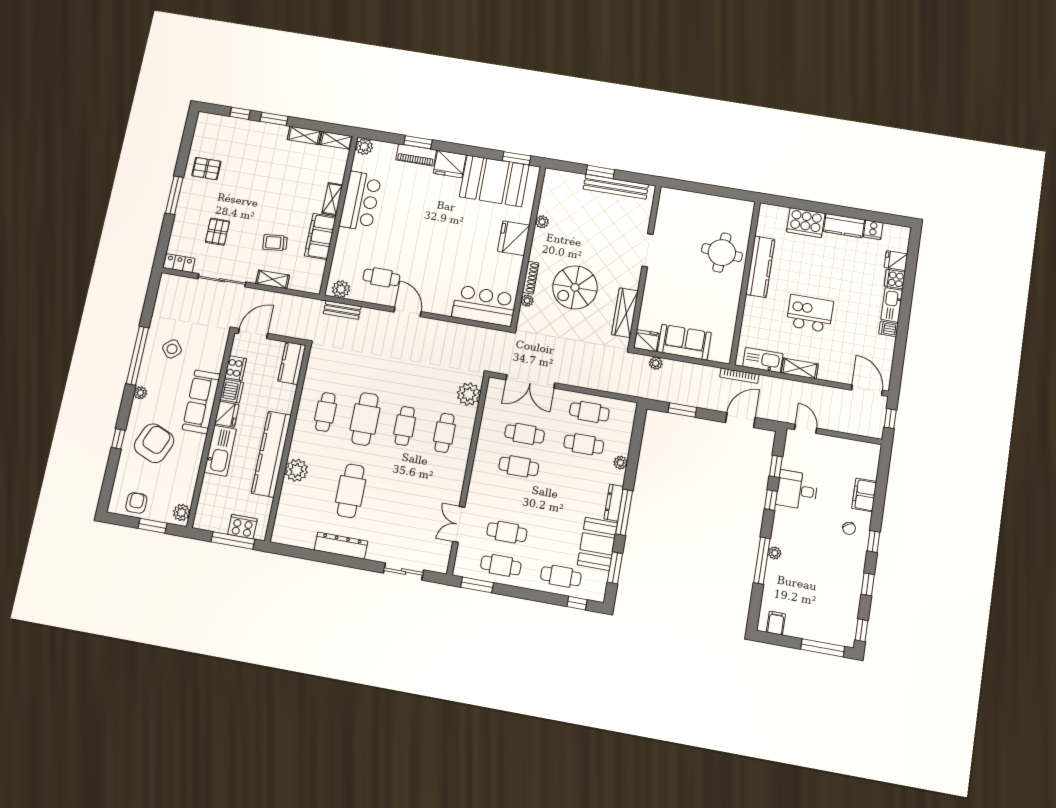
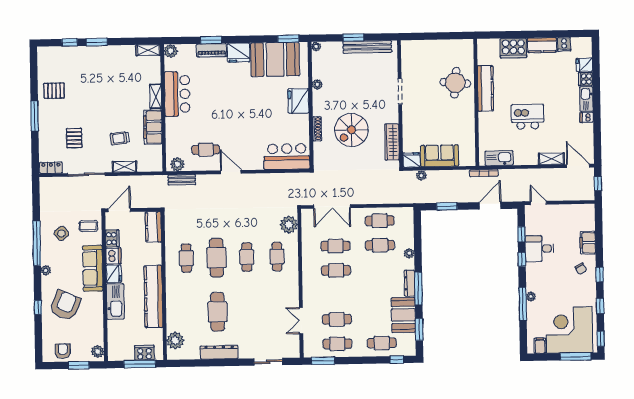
shelving: (304, 135) -> (123, 51), removed
plant: (527, 301) -> (316, 46), moved
coffee table: (209, 346) -> (88, 226), added
shelving: (800, 368) -> (551, 159), moved
plant: (296, 470) -> (175, 340), moved
corner desk: (820, 609) -> (569, 330), added

